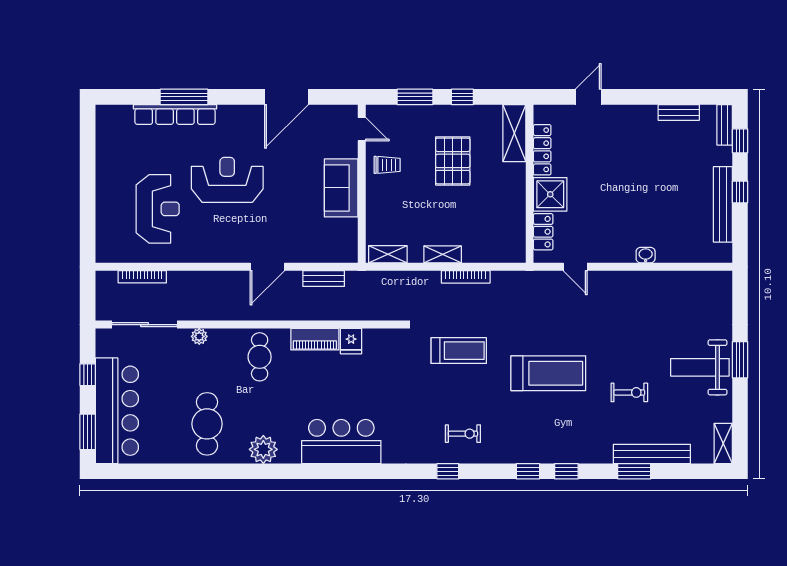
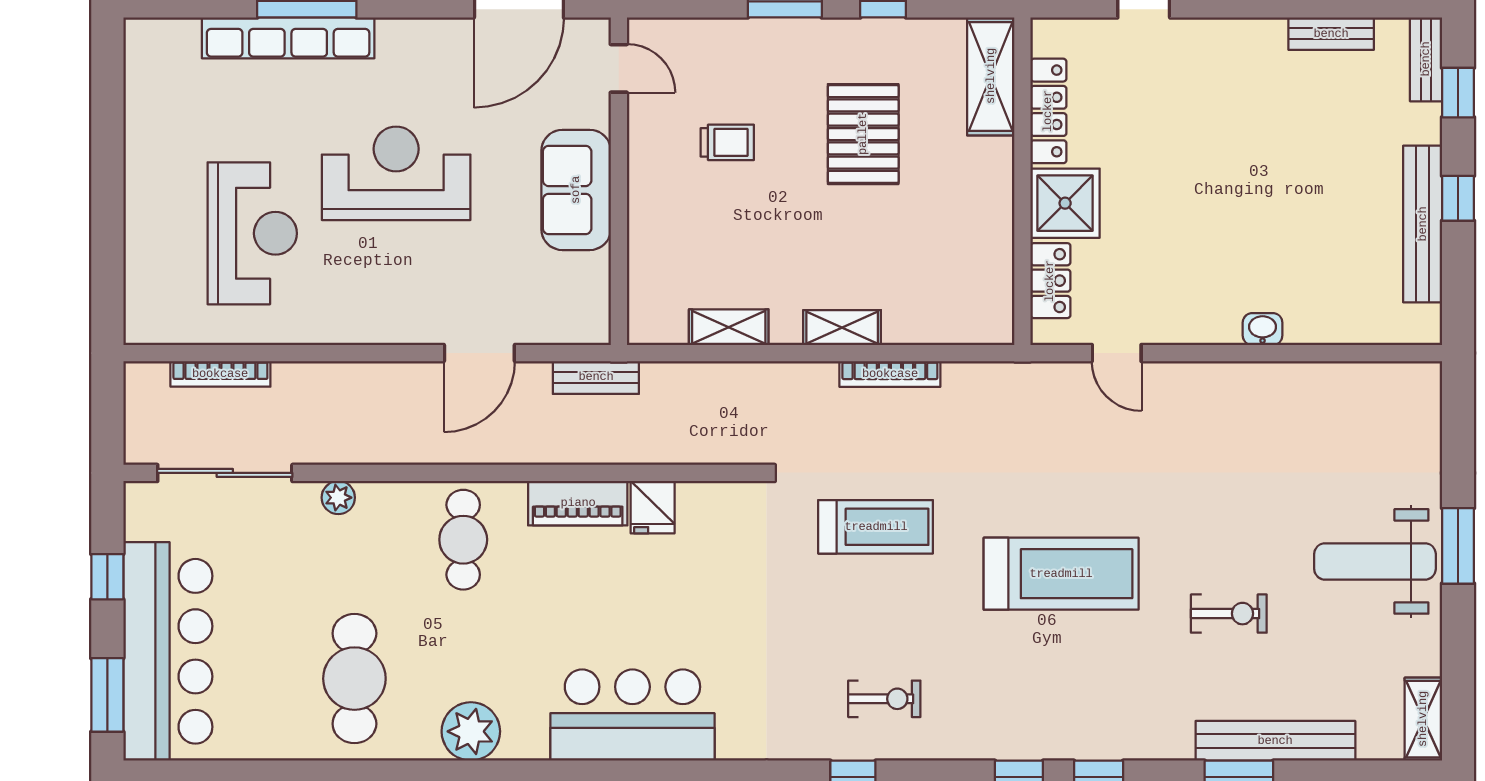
door: (362, 129) -> (619, 68), moved
wall: (362, 184) -> (619, 181), moved
sofa: (341, 188) -> (576, 190), moved

